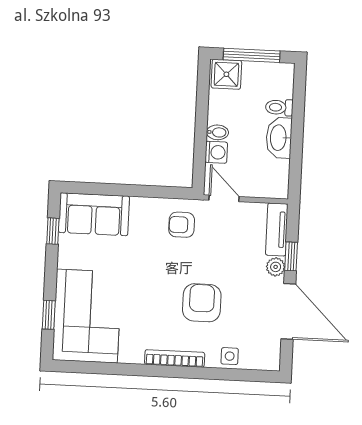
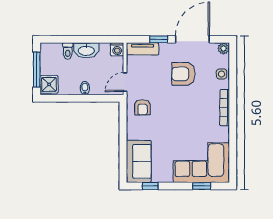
washing machine: (216, 152) -> (117, 49), moved, turned 180
plant: (276, 267) -> (224, 49), moved
armchair: (202, 303) -> (183, 74), moved

